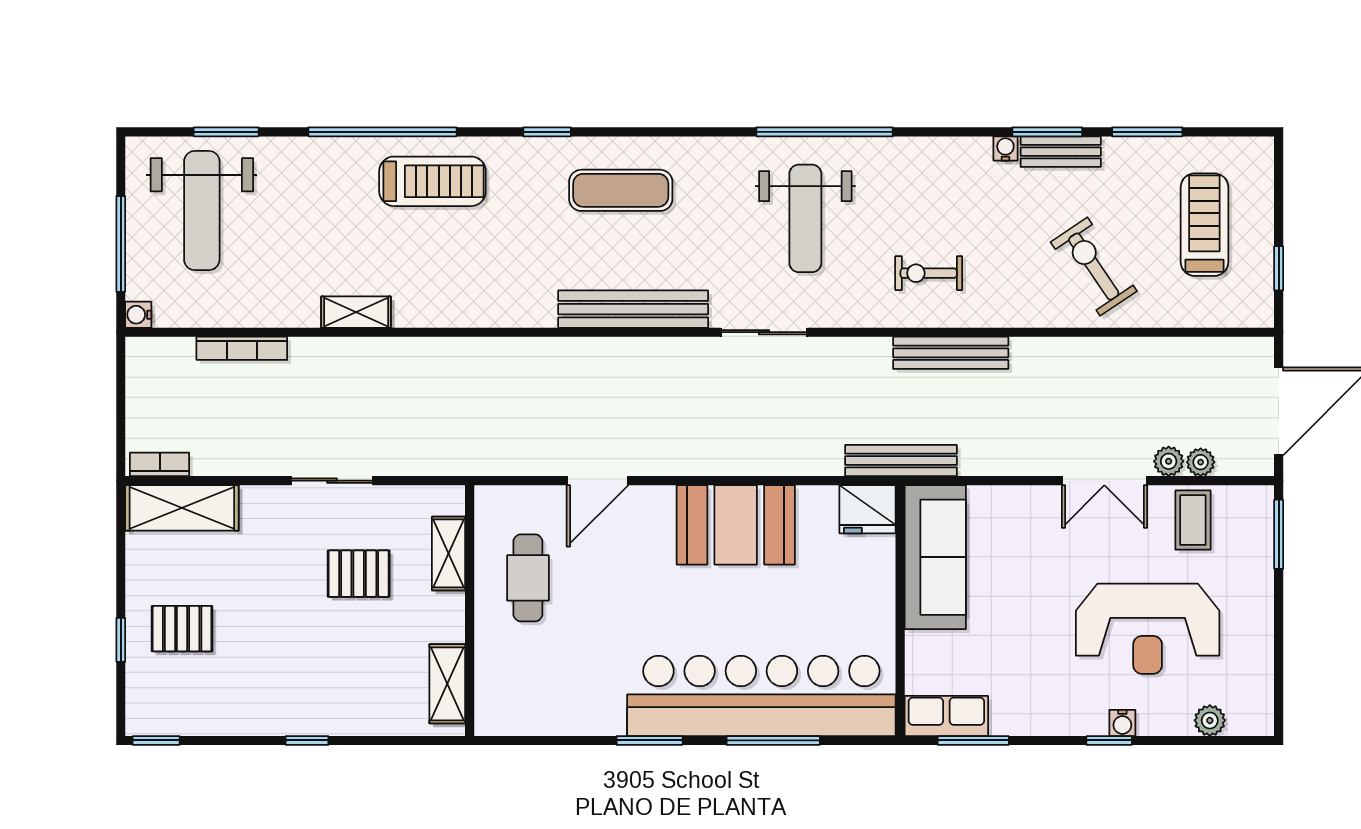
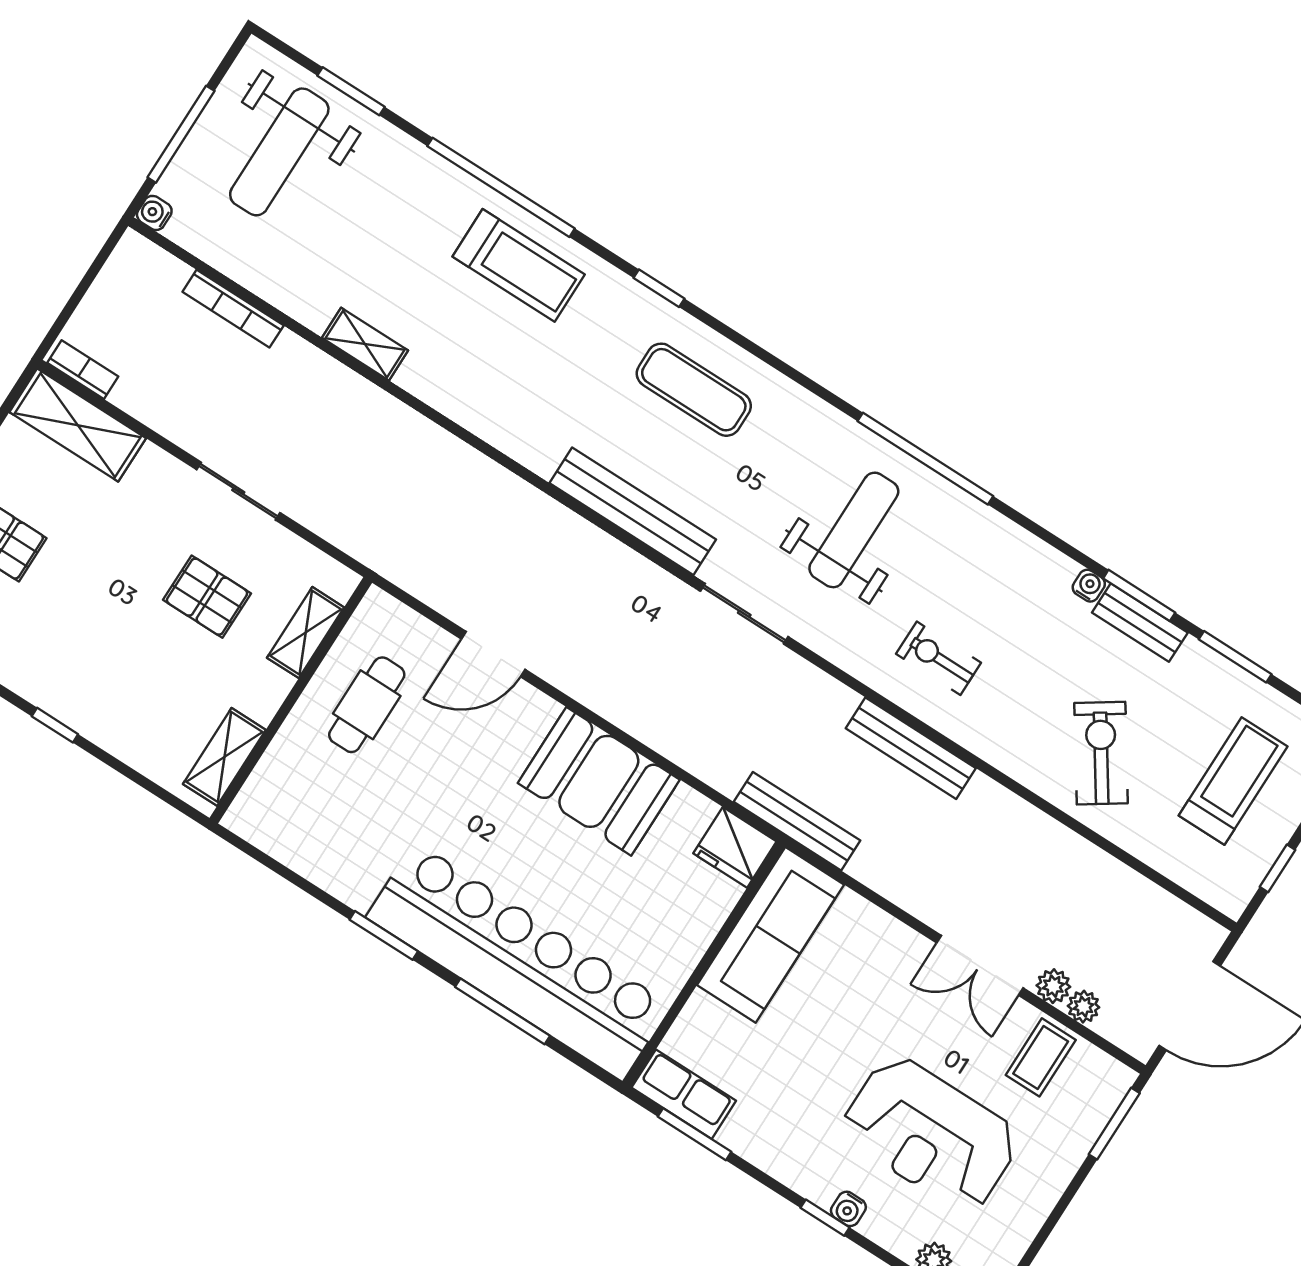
weight bench: (805, 218) -> (854, 530), turned 180

